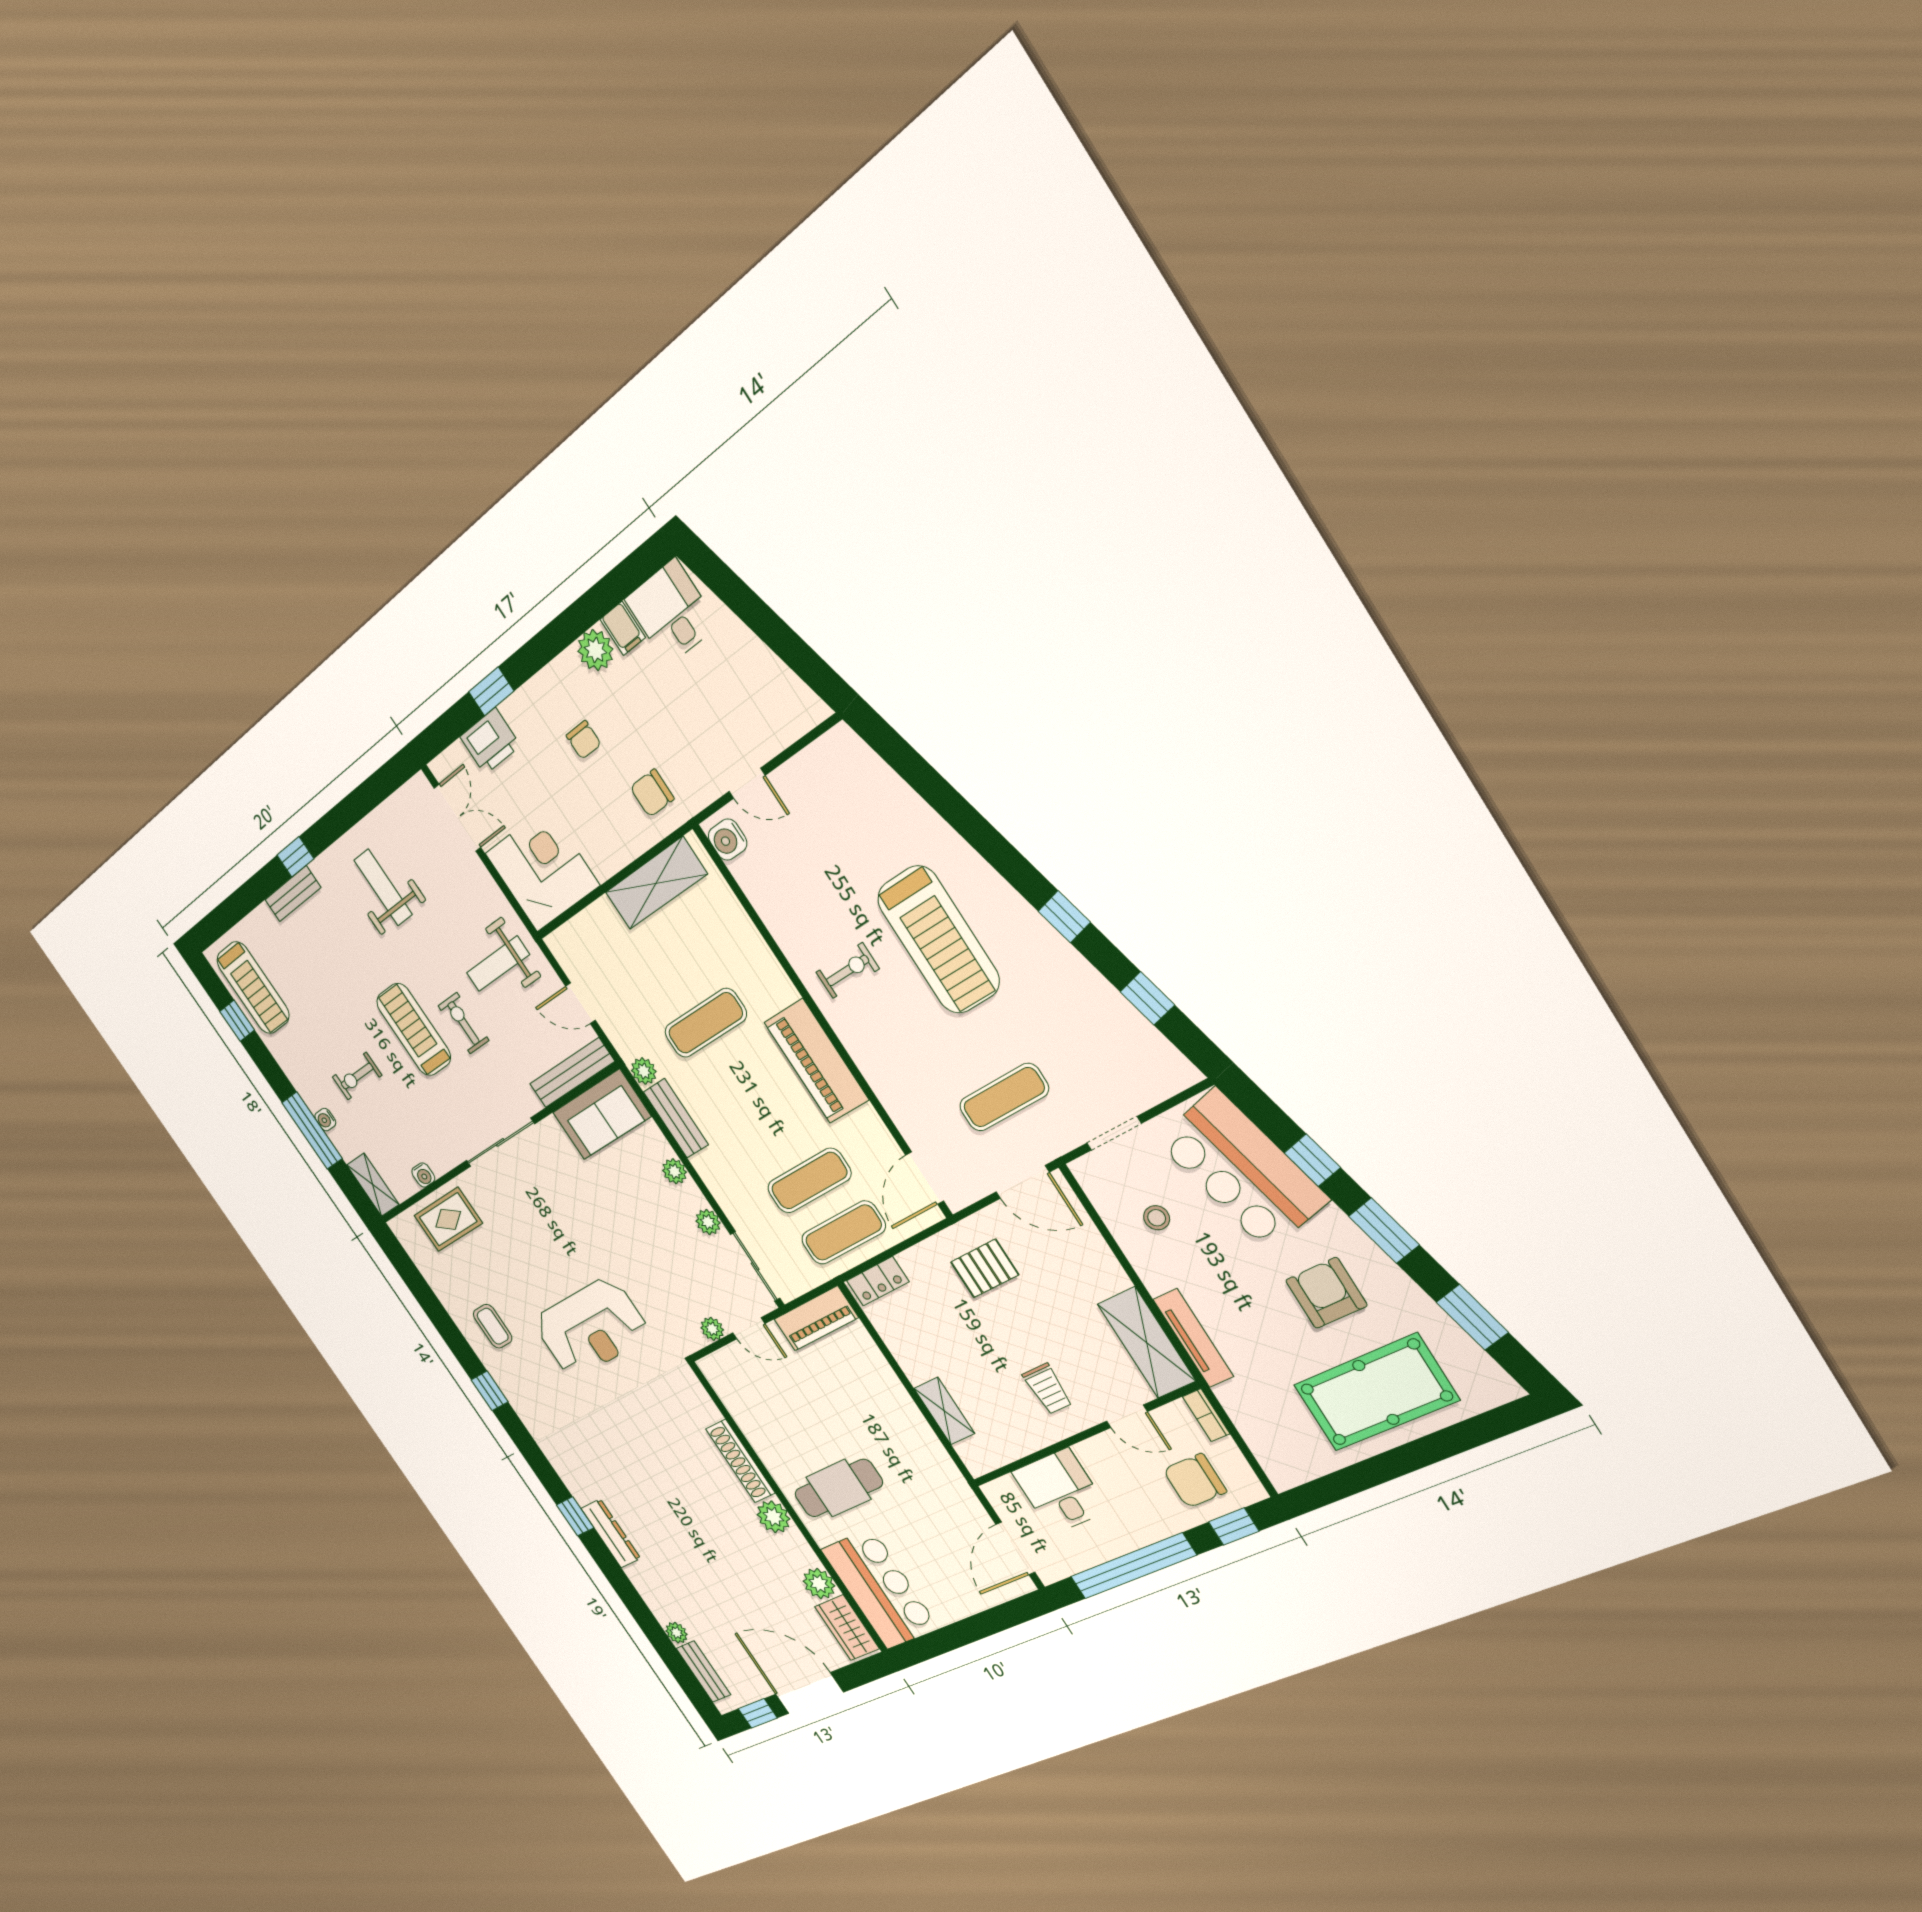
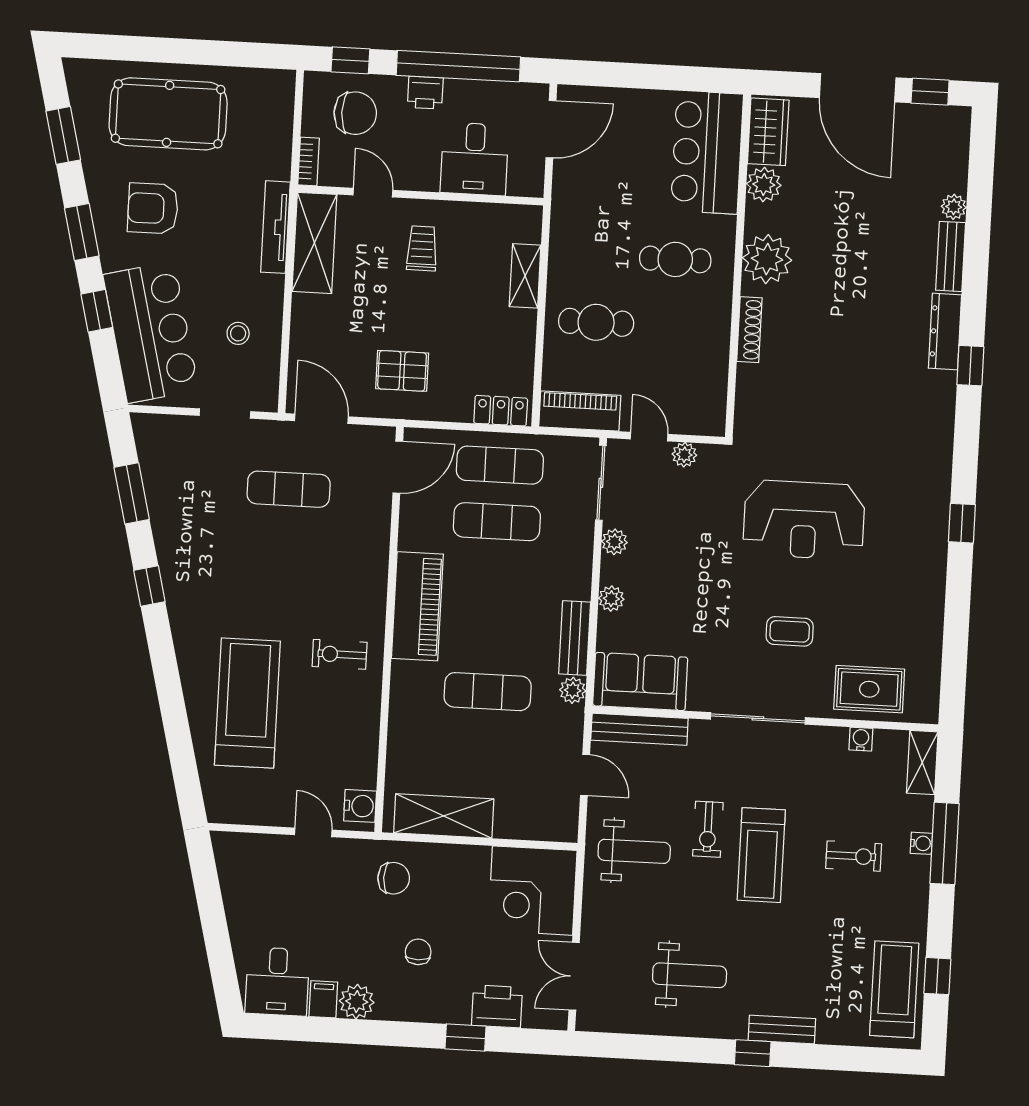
weight bench: (383, 887) -> (690, 975), turned -90
treadmill: (938, 940) -> (247, 703), moved
window: (1147, 998) -> (132, 493), width x1.50
armchair: (1326, 1293) -> (153, 208), turned 90
coffee table: (493, 1326) -> (790, 631), moved, turned 90
reception desk: (591, 1328) -> (804, 520), turned 180
cafe table: (859, 1402) -> (596, 322), added
shoe rack: (740, 1461) -> (749, 330), width x0.74, depth x0.81
cafe table: (838, 1488) -> (675, 259), width x0.73, depth x0.74
plant: (773, 1517) -> (767, 259), width x1.36, depth x1.36
printer: (1145, 1529) -> (425, 93), added
bench: (703, 1671) -> (951, 256), moved

